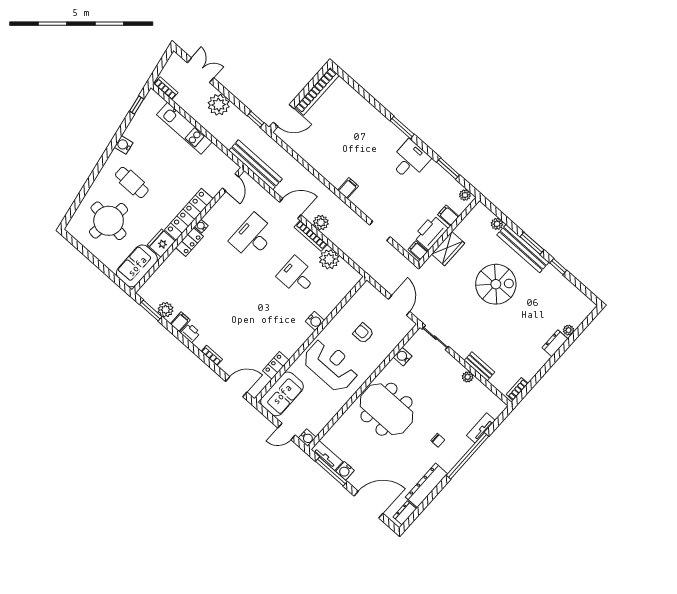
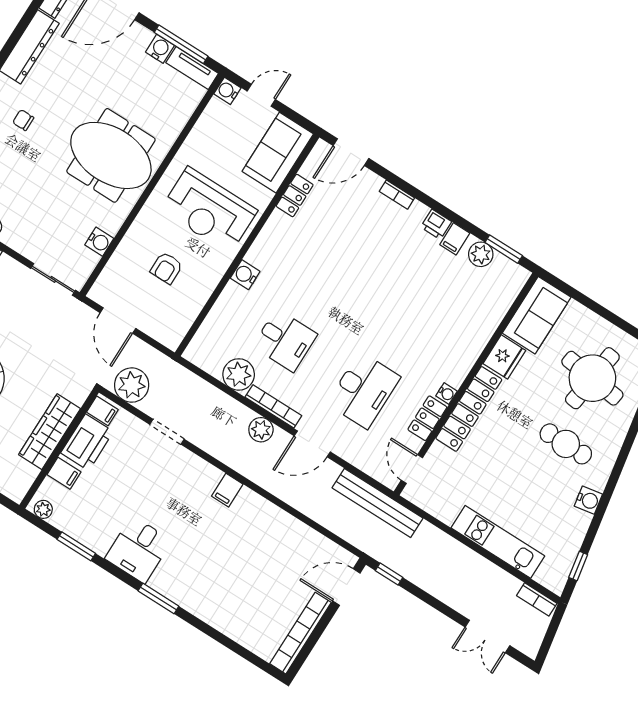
plant: (219, 105) -> (132, 385), moved
locker: (190, 242) -> (427, 418), moved
wardrobe: (448, 249) -> (49, 432), width x1.50
armchair: (363, 333) -> (167, 268), turned 90

